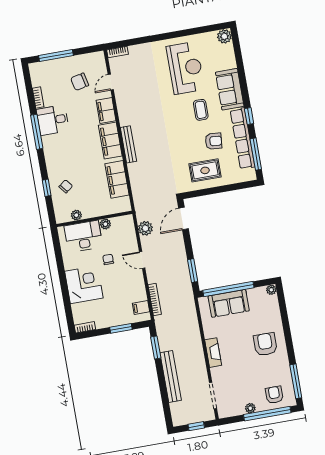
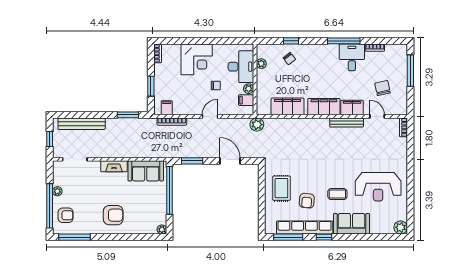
bench: (128, 144) -> (347, 122), moved
door: (183, 218) -> (230, 161), moved
filing cabinet: (118, 224) -> (246, 100), added
plant: (145, 228) -> (257, 125), moved
sofa: (229, 303) -> (146, 171), moved, turned -90
bench: (171, 377) -> (82, 124), moved

